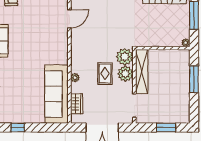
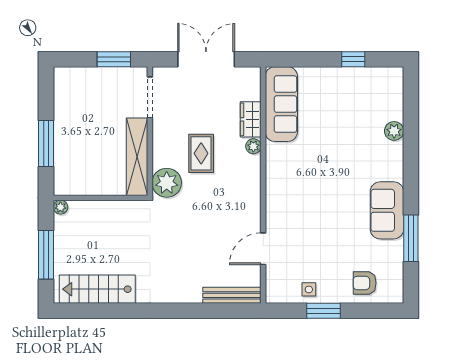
plant: (125, 74) -> (166, 153), removed
sofa: (56, 94) -> (281, 104), width x0.74, depth x0.79
wardrobe: (77, 104) -> (251, 119), moved
window: (166, 128) -> (114, 59), moved

